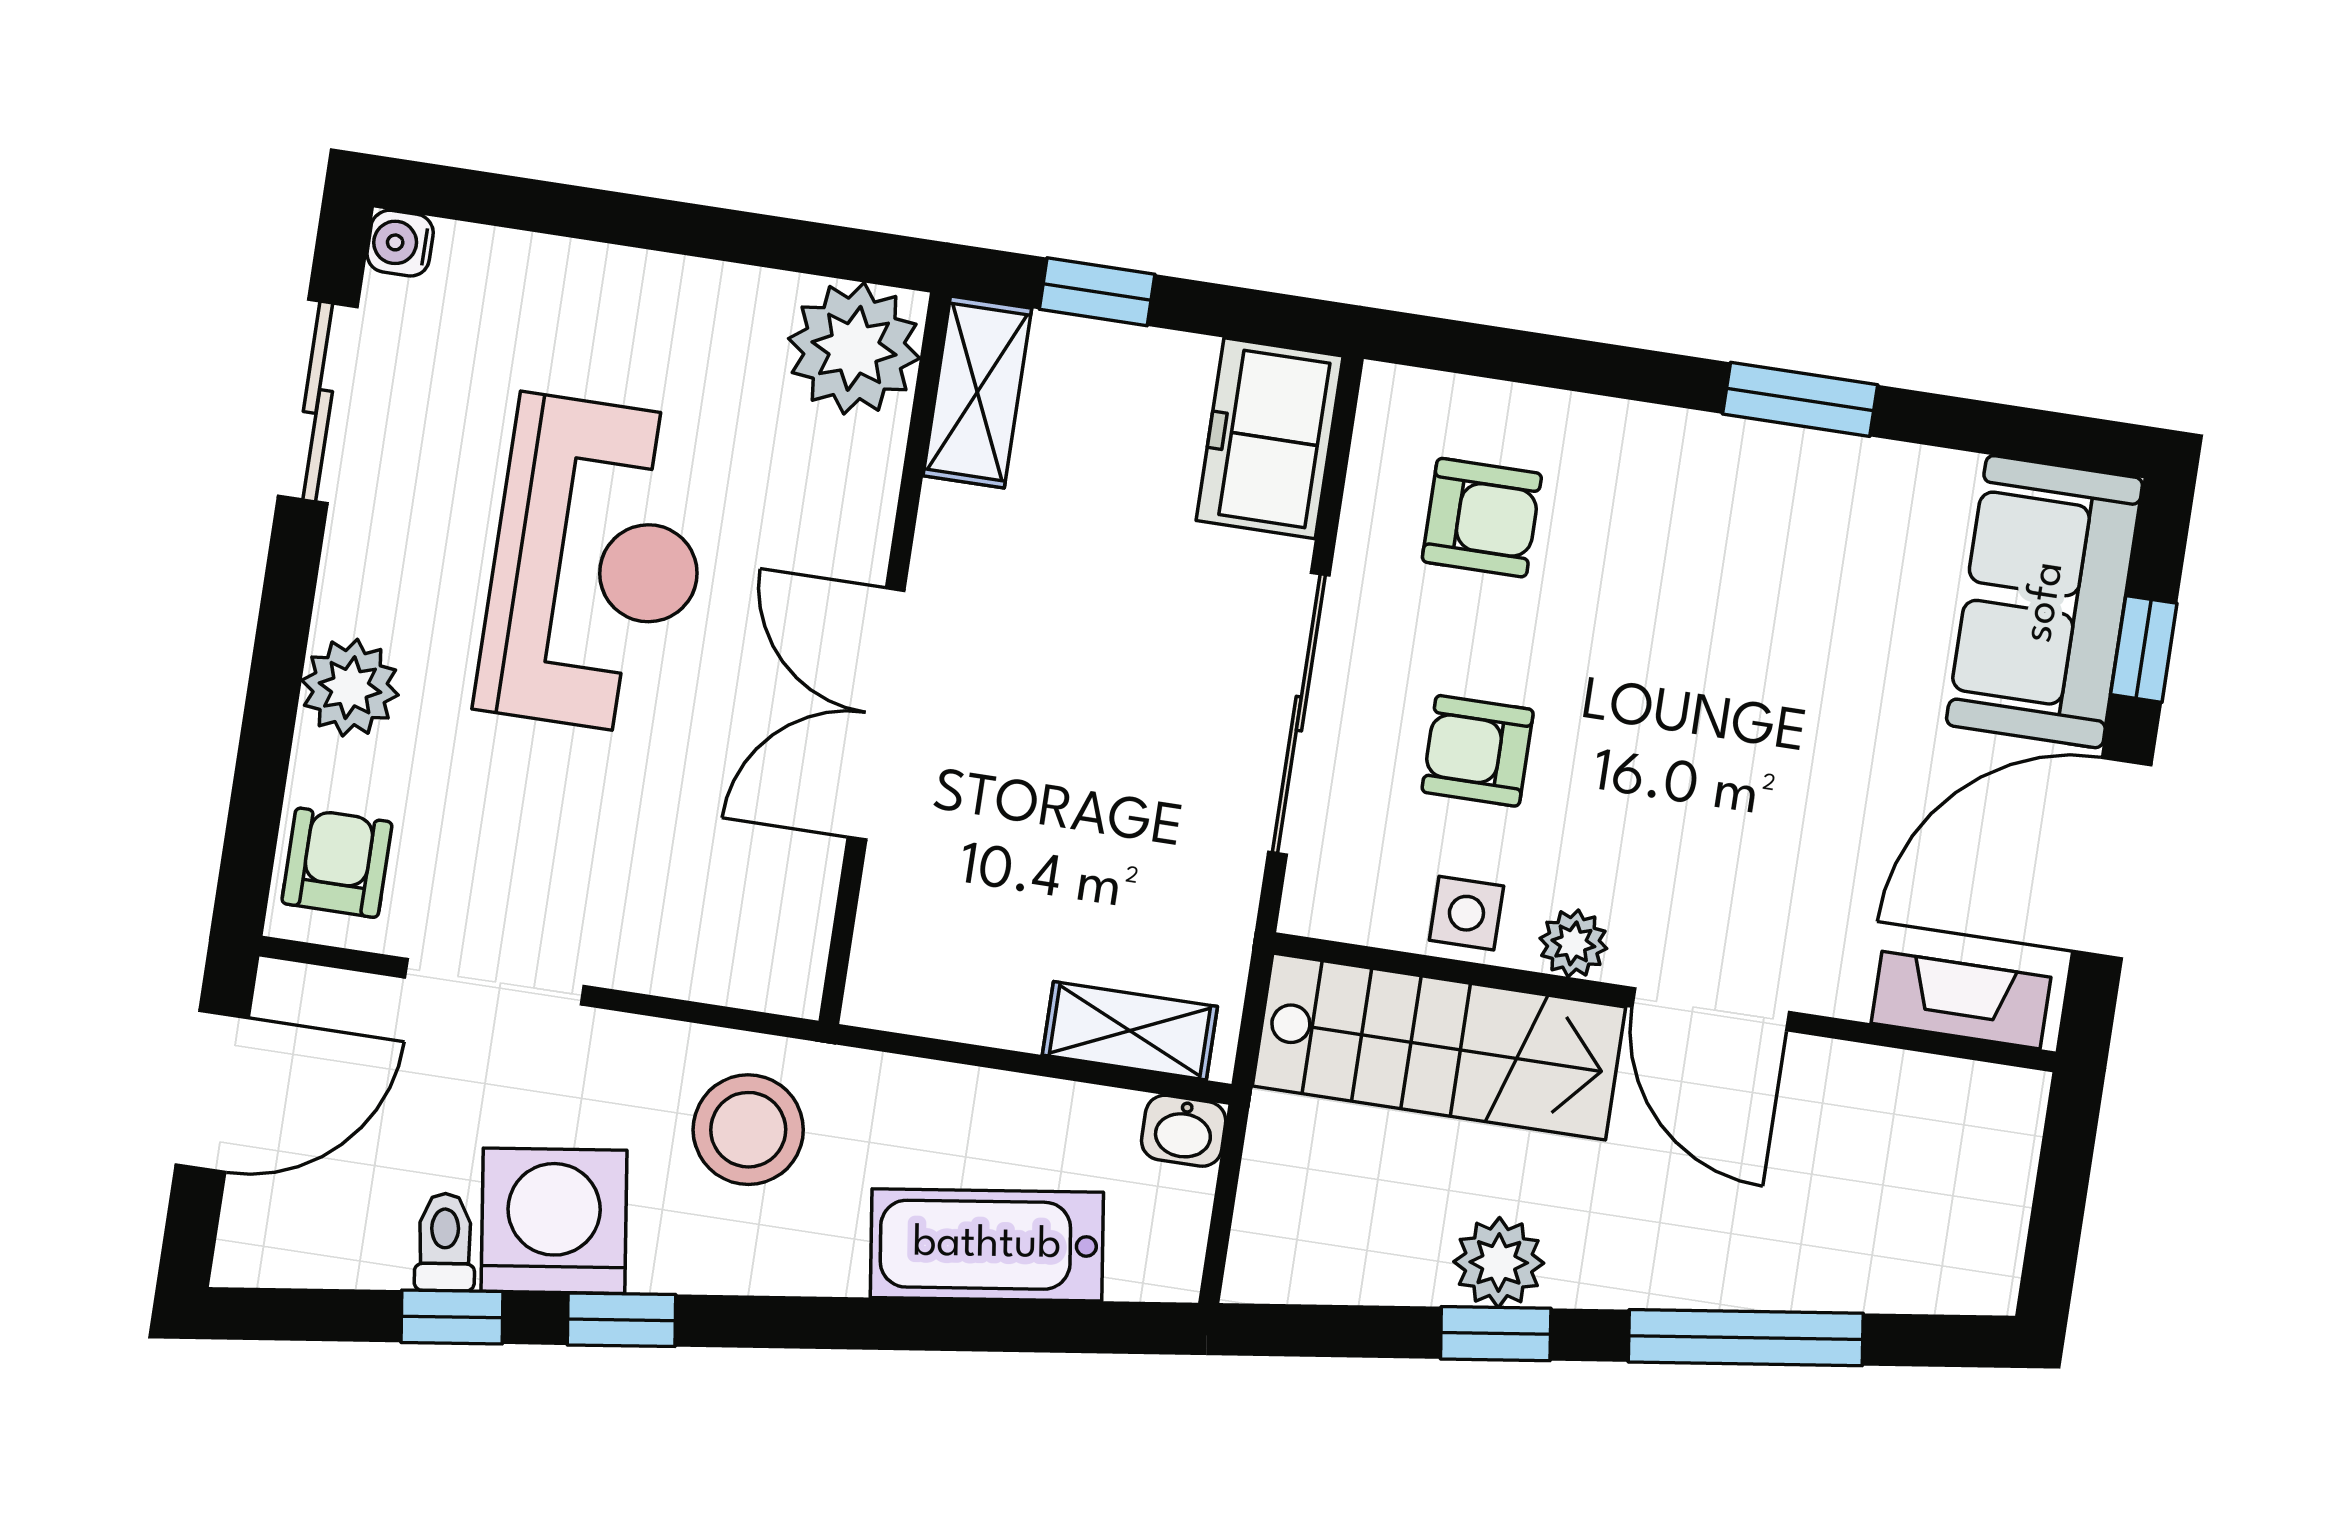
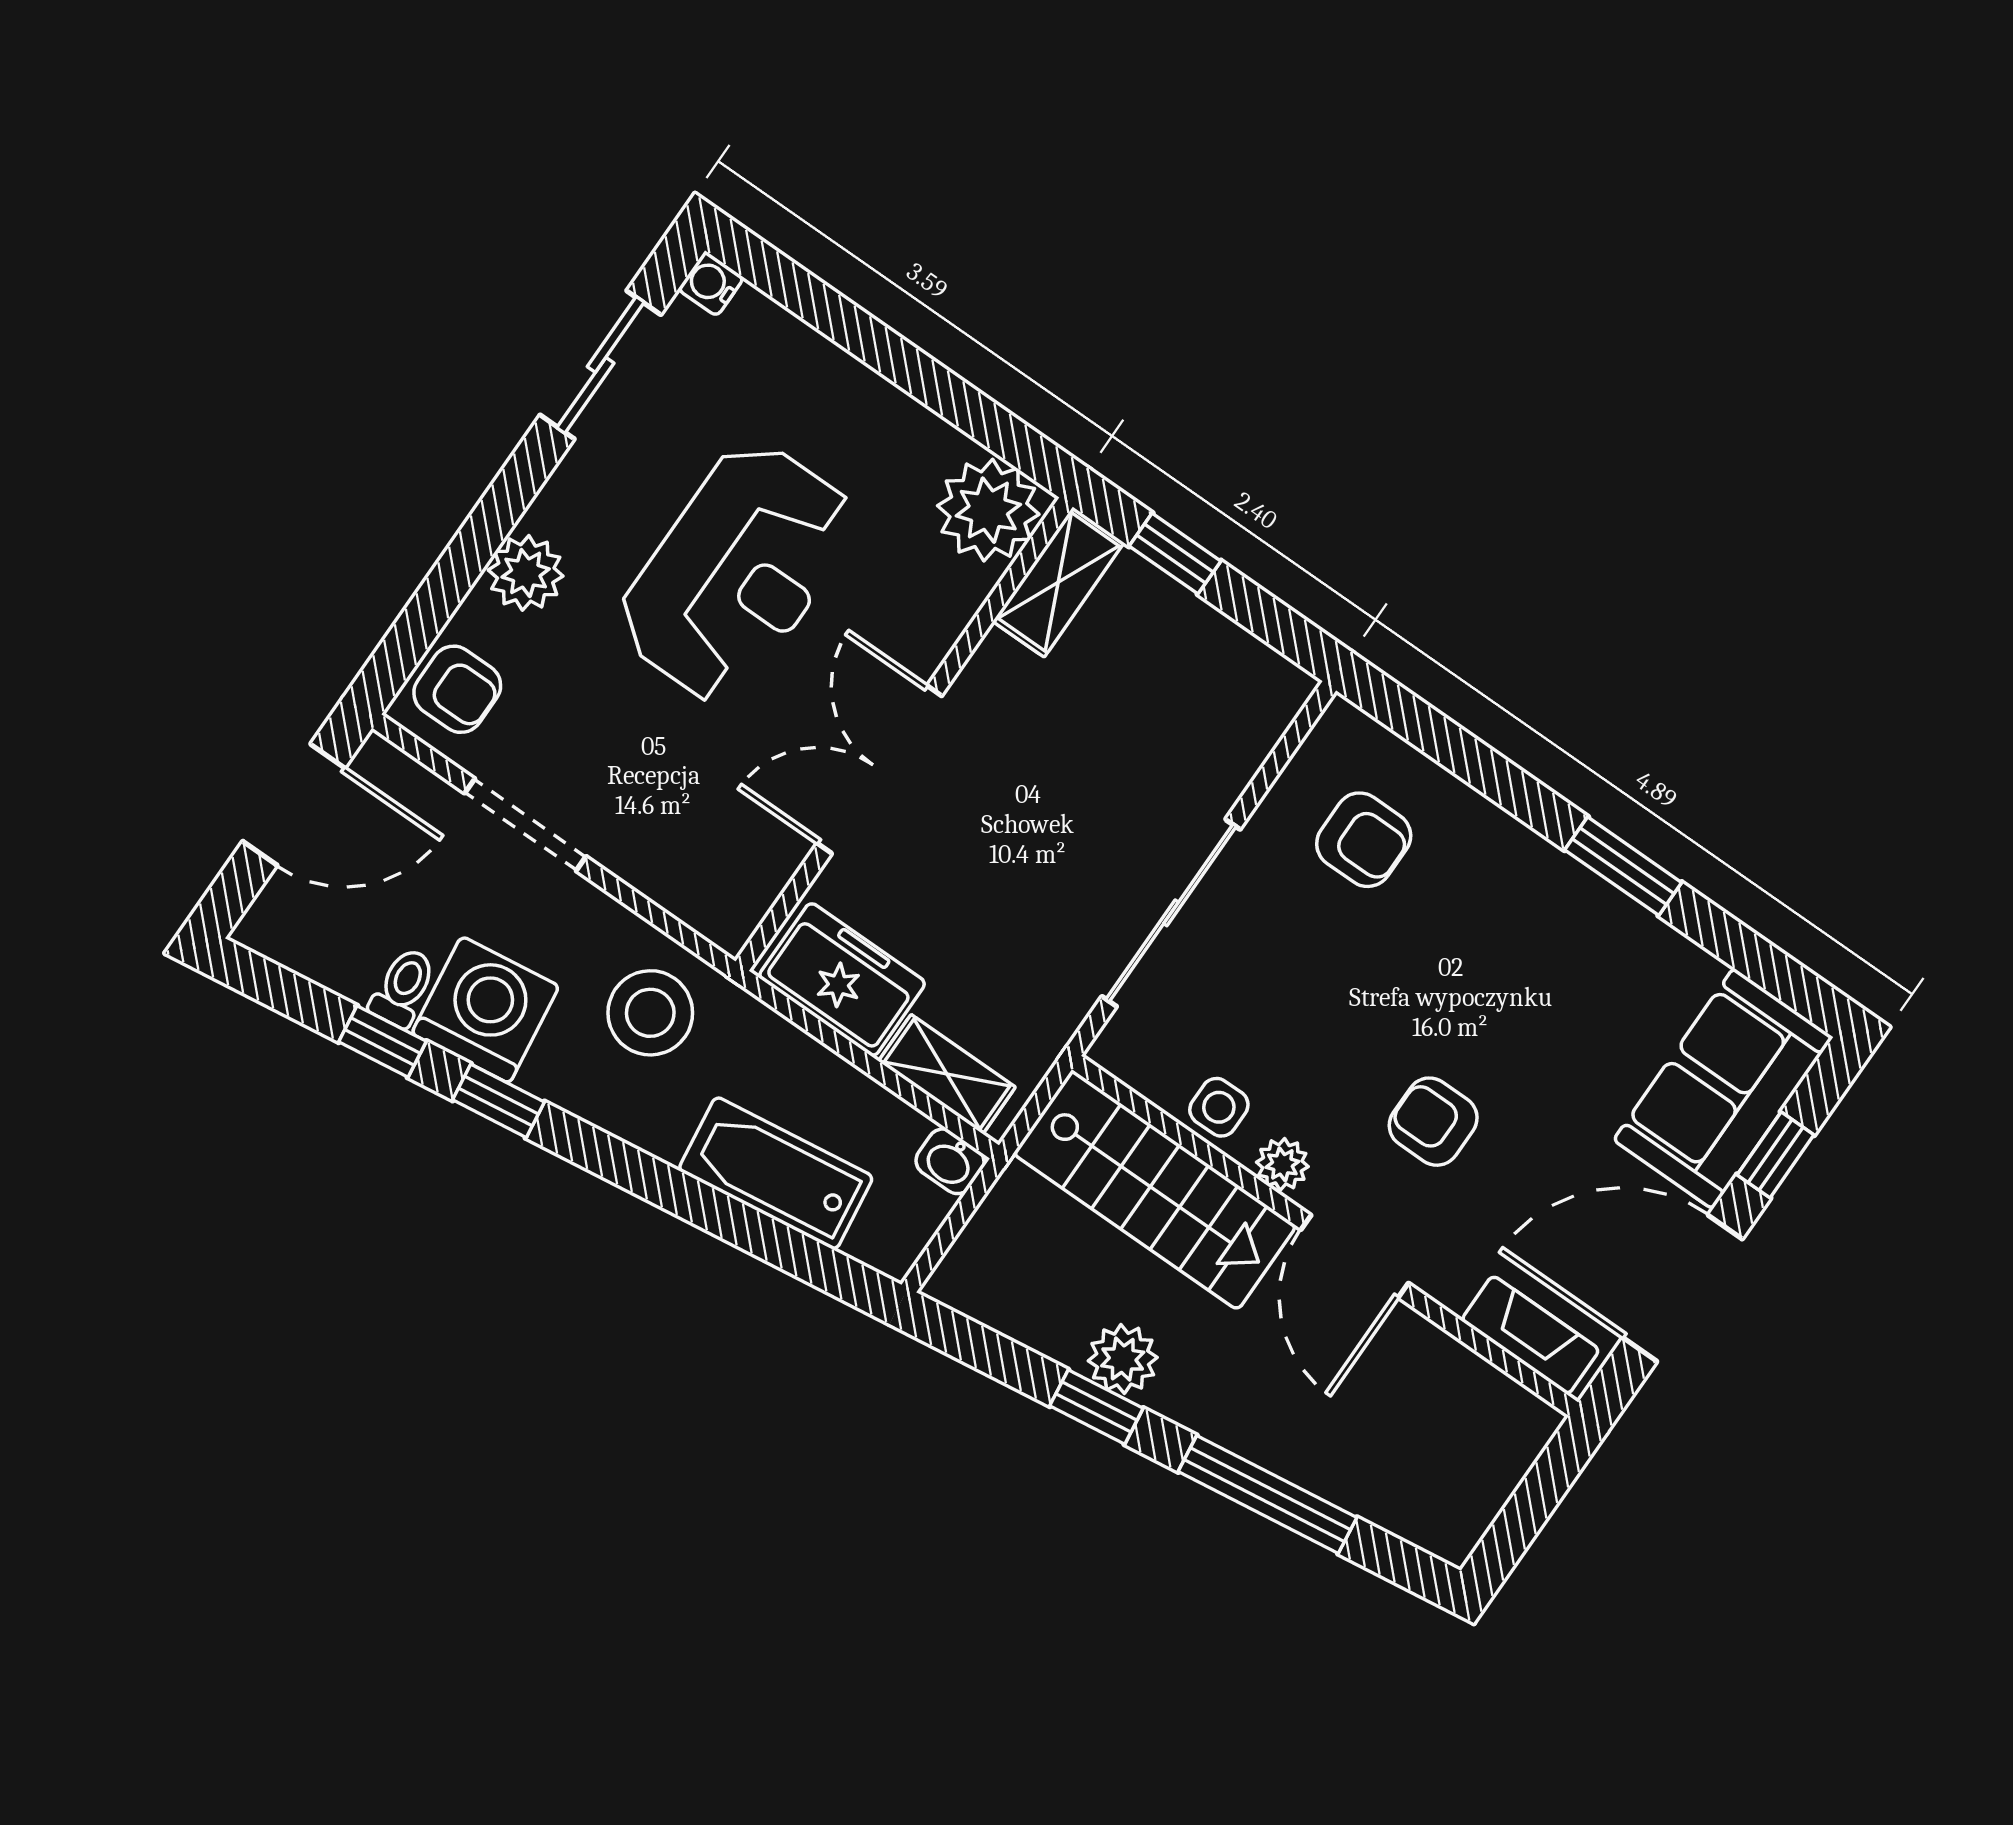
freezer: (1270, 438) -> (842, 980), moved, turned 90
armchair: (1478, 751) -> (1433, 1122), moved
armchair: (337, 863) -> (457, 689), turned 90

